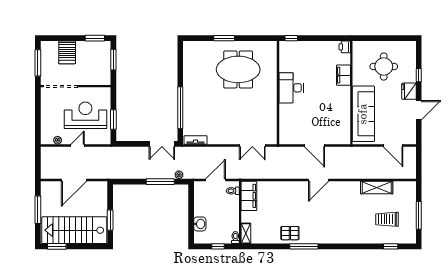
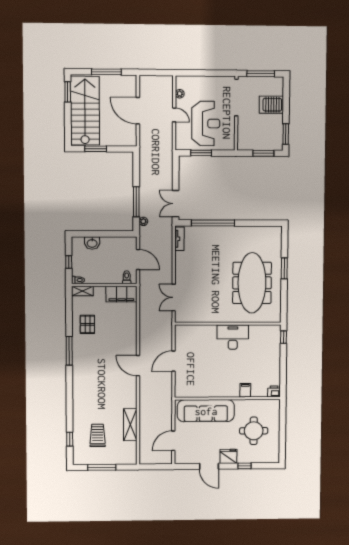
meeting table: (238, 69) -> (252, 283), width x1.36
filing cabinet: (343, 75) -> (245, 390), width x0.50
pallet: (290, 233) -> (87, 324), moved

